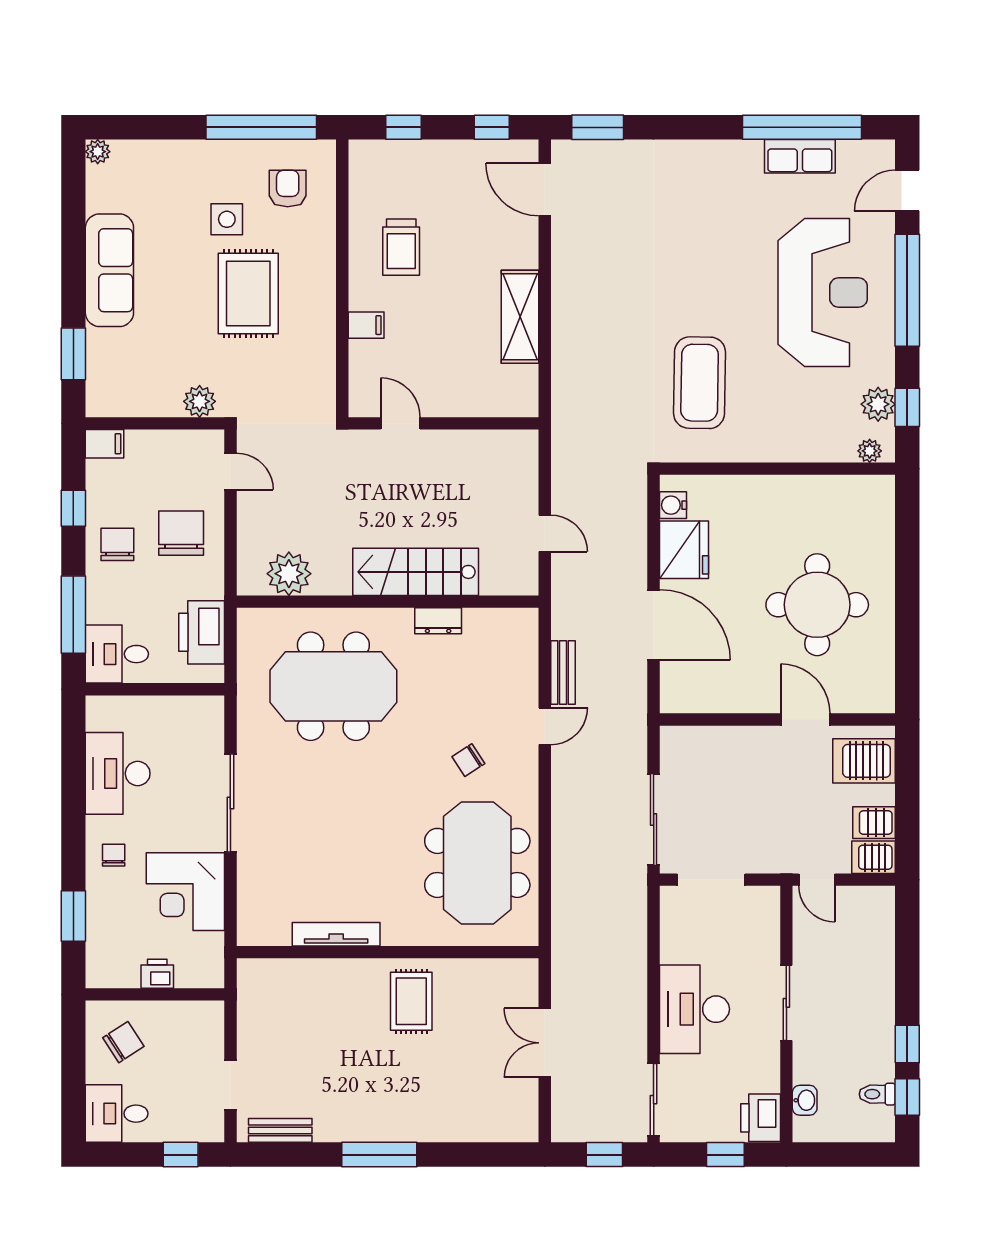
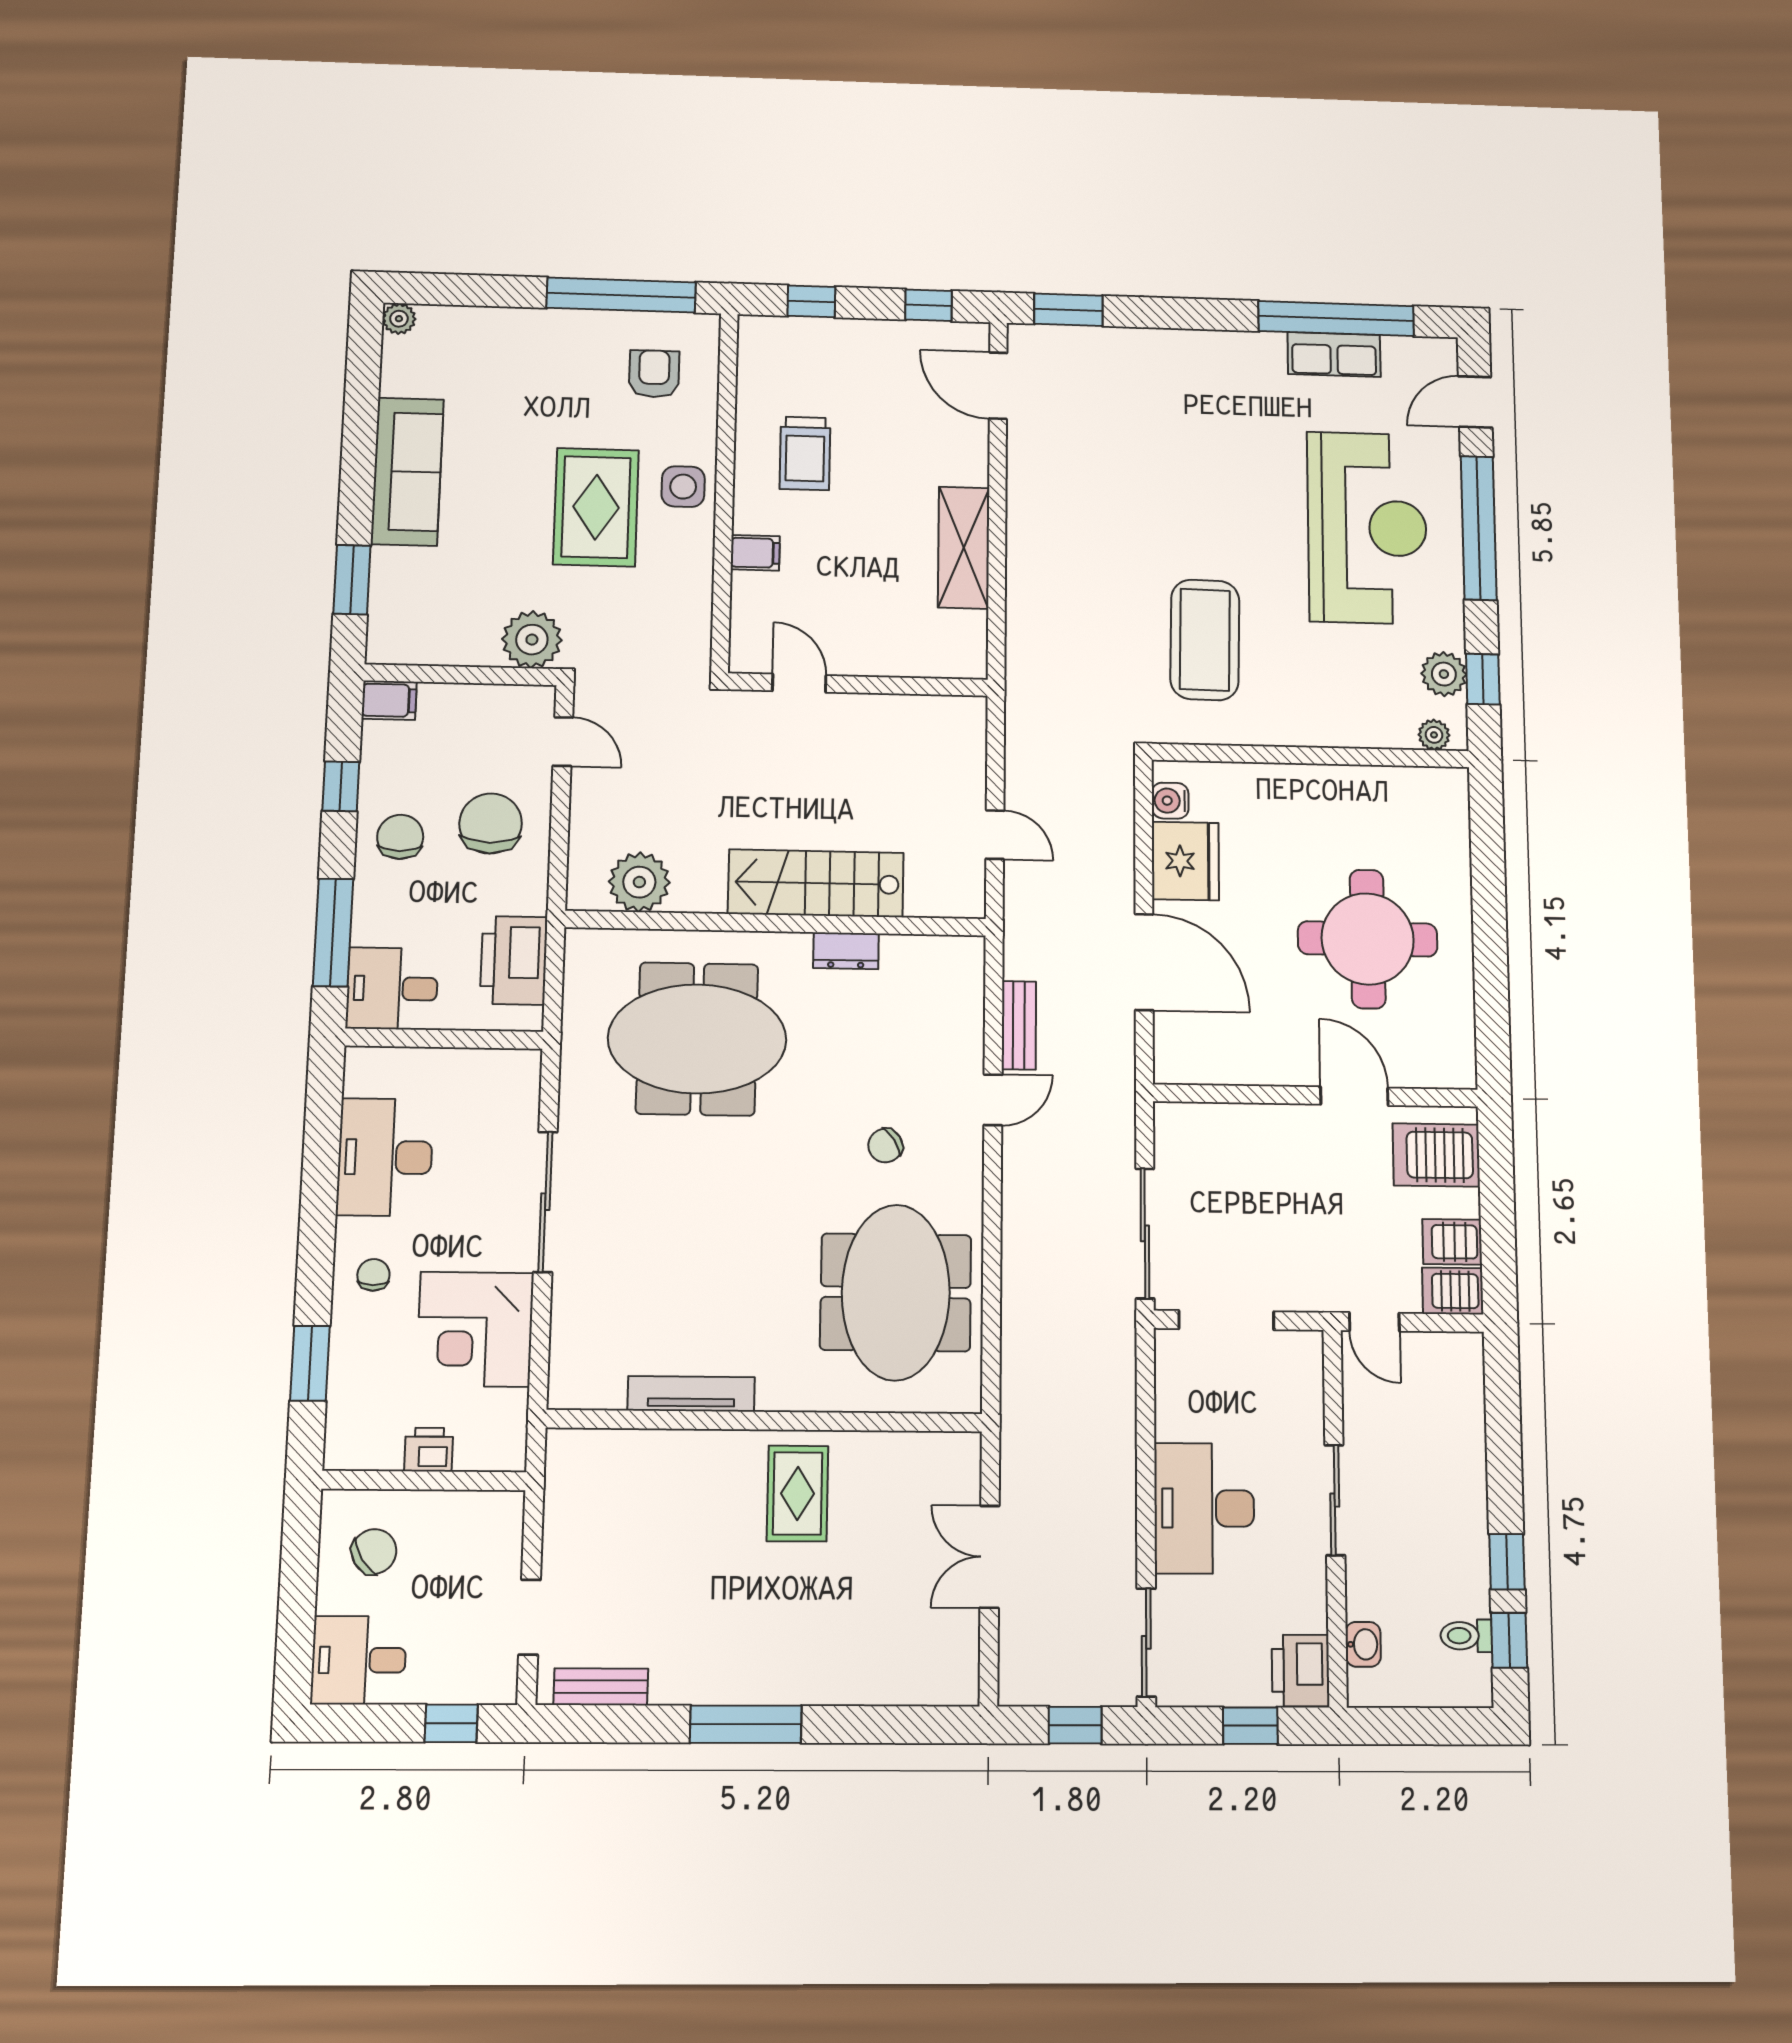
side table: (227, 219) -> (683, 487), moved
plant: (200, 401) -> (532, 640), width x1.36, depth x1.36

